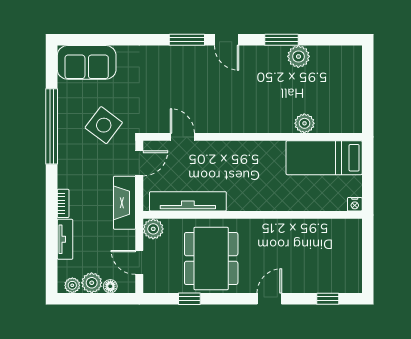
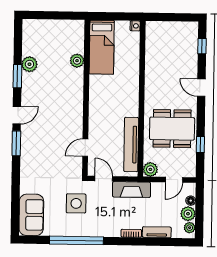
side table: (104, 125) -> (76, 203), turned -37

